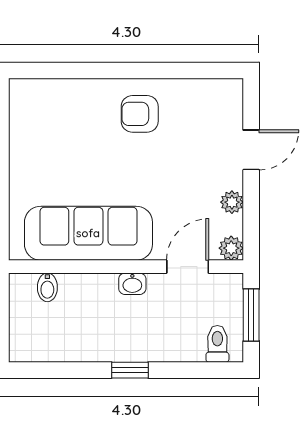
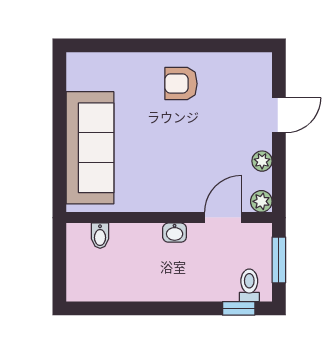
sofa: (88, 233) -> (90, 148), moved, turned 90
window: (130, 370) -> (239, 308), moved

